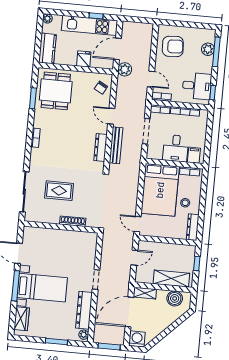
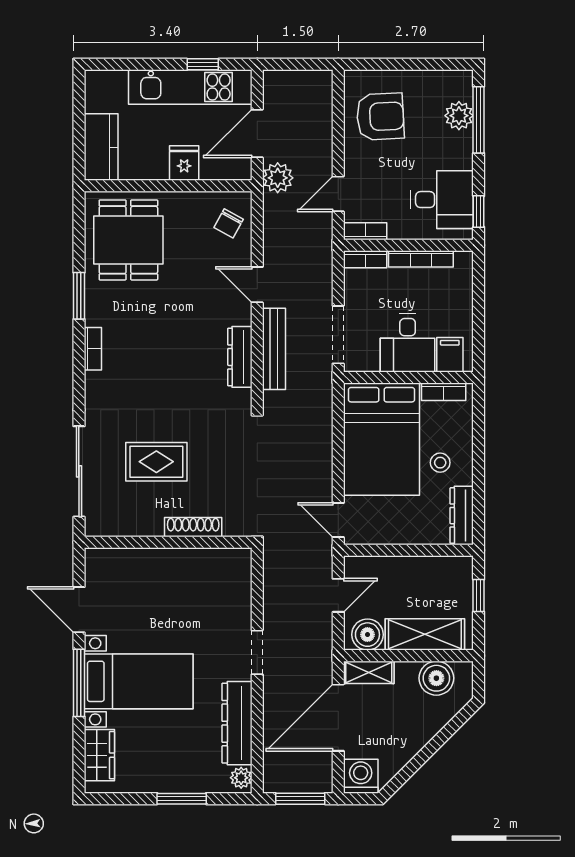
plant: (47, 18) -> (95, 80), removed
door: (151, 79) -> (338, 194), swing flipped
window: (33, 98) -> (79, 296), moved
doorway: (146, 131) -> (338, 335), moved
boiler: (146, 276) -> (367, 635), added

